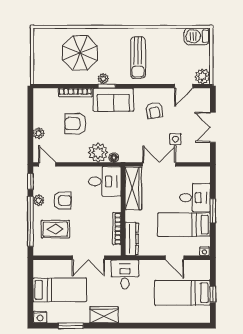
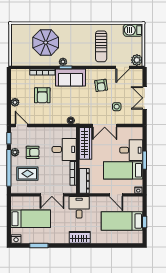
sun lounger: (138, 58) -> (101, 46), moved
armchair: (75, 124) -> (42, 95), turned -90
plant: (98, 152) -> (59, 117), removed
double door: (159, 164) -> (105, 125), swing flipped
desk: (105, 181) -> (64, 149), moved
wardrobe: (104, 315) -> (80, 237), moved

